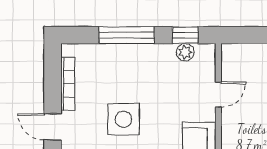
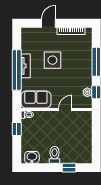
door: (218, 95) -> (65, 109), swing flipped

